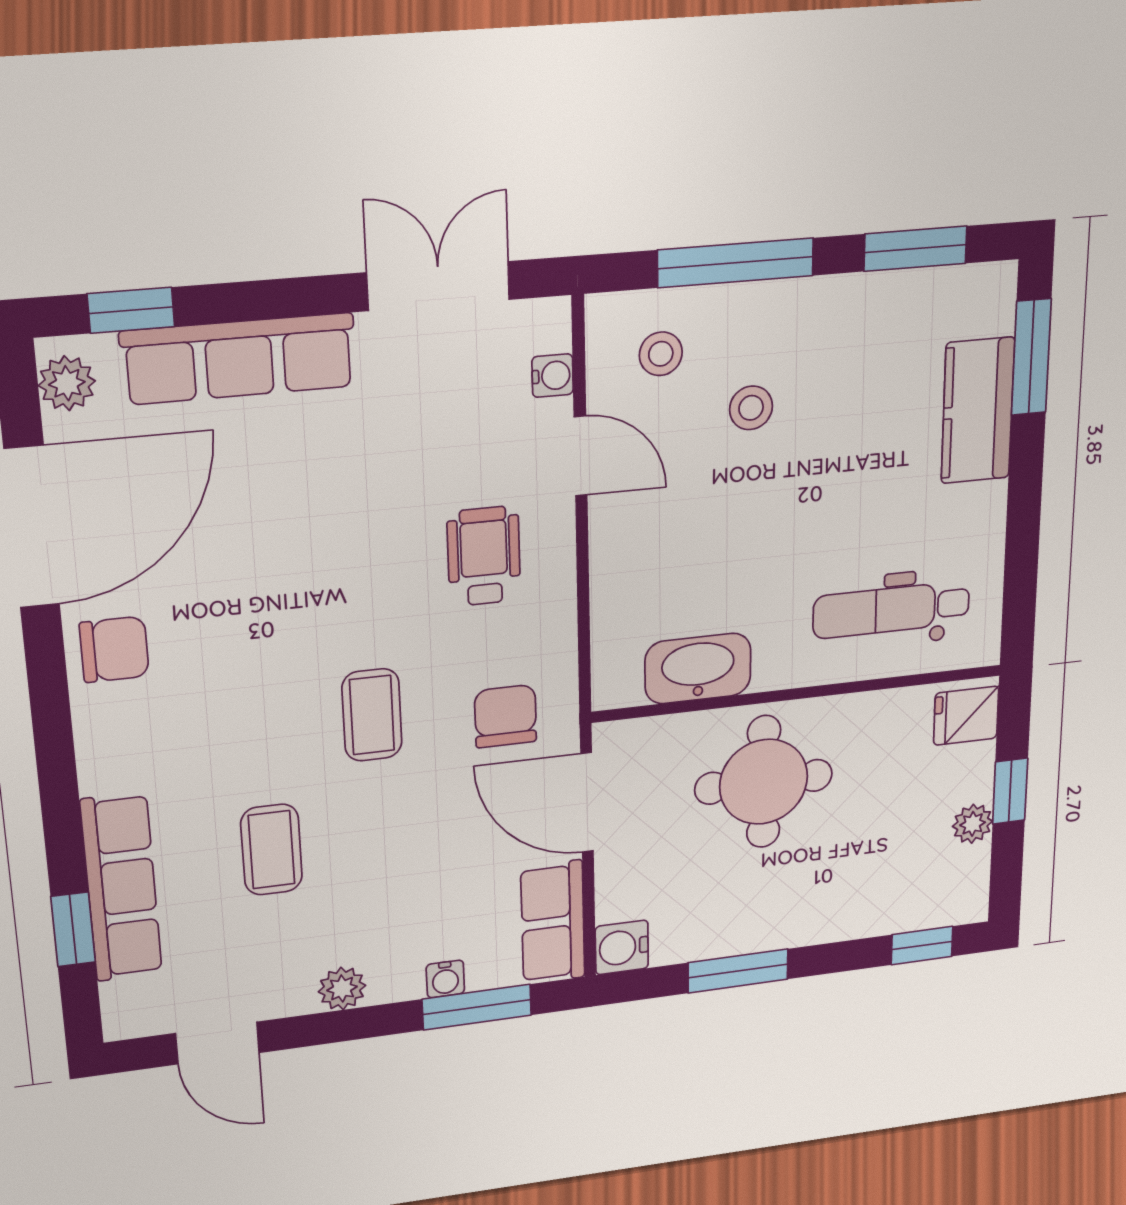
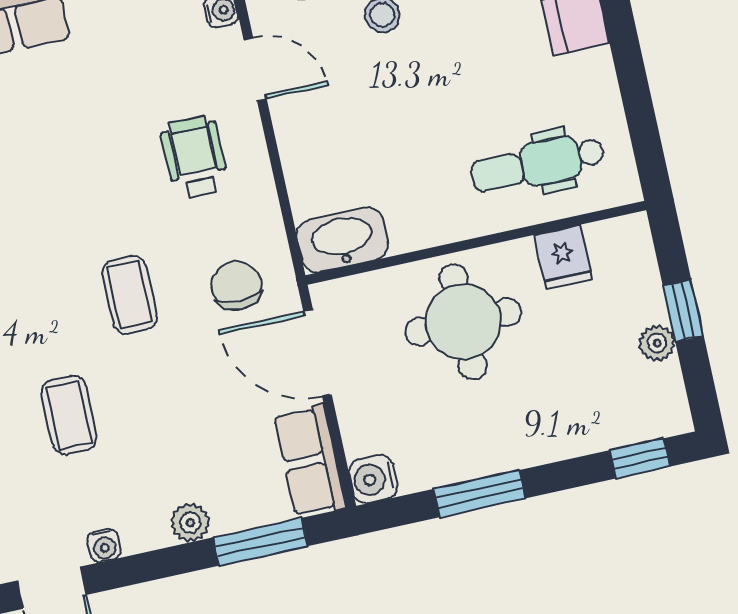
washbasin: (698, 668) -> (342, 240), moved
fridge: (966, 716) -> (563, 257), moved, turned -90
water cooler: (445, 979) -> (104, 545), moved
plant: (342, 989) -> (190, 522), moved

